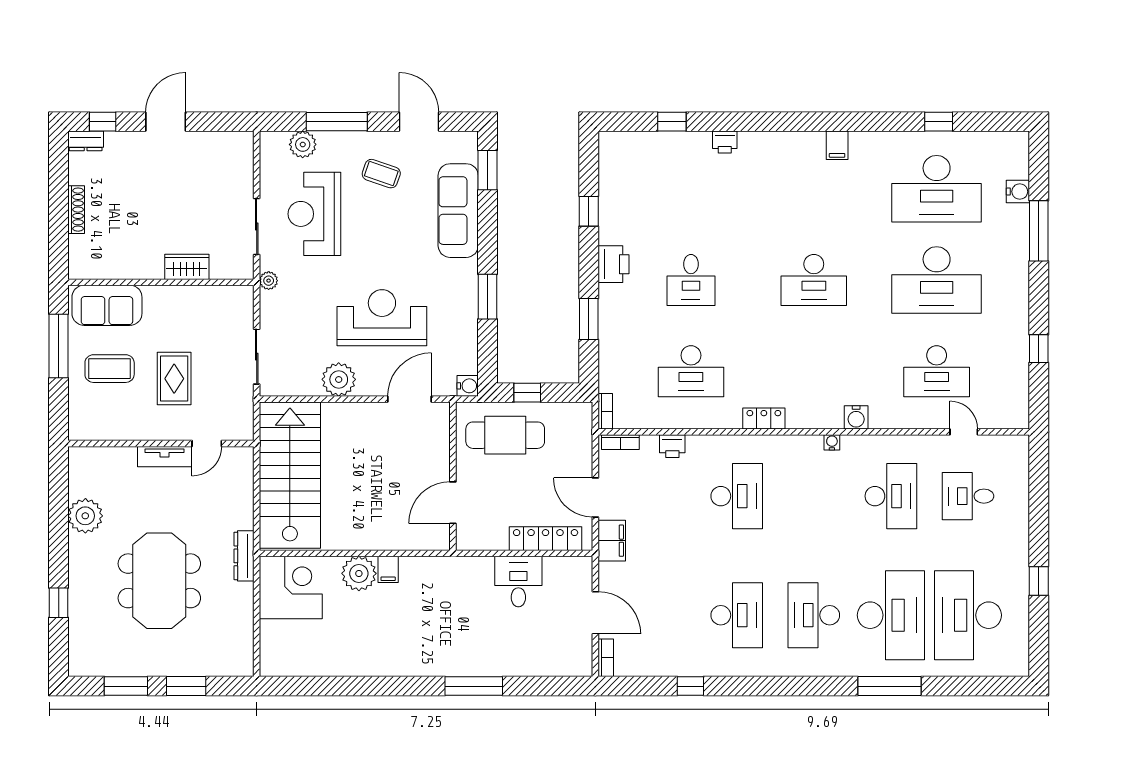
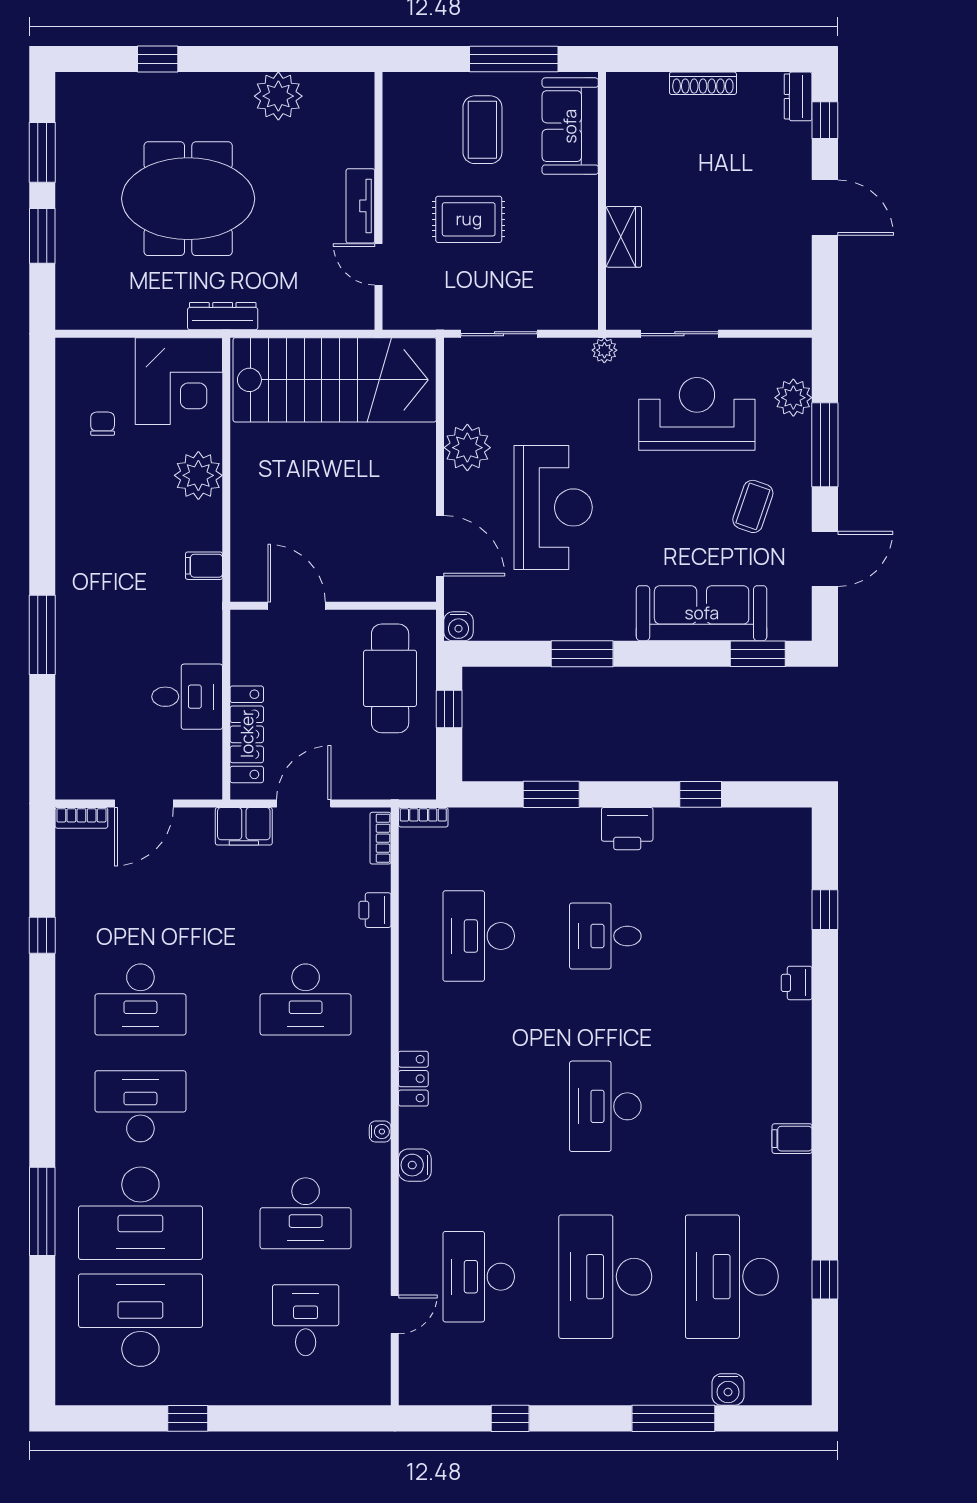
locker: (764, 418) -> (413, 1079), moved
filing cabinet: (388, 569) -> (204, 566), moved
chair: (322, 643) -> (103, 424), added

